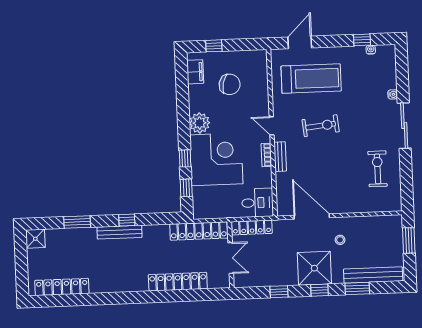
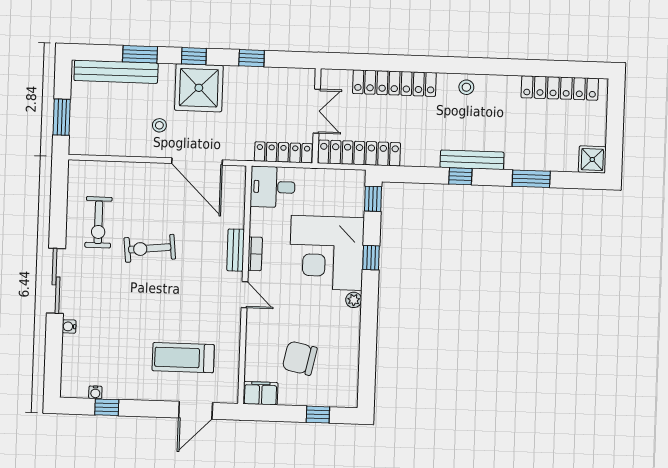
filing cabinet: (195, 72) -> (260, 393), moved, turned 90
treadmill: (311, 79) -> (183, 358), width x0.73, depth x0.73
plant: (200, 123) -> (354, 300), width x0.53, depth x0.53
exercise bike: (321, 126) -> (150, 248), moved
window: (186, 188) -> (373, 199), moved
double door: (231, 258) -> (317, 111), swing flipped
stool: (127, 283) -> (466, 87), added

